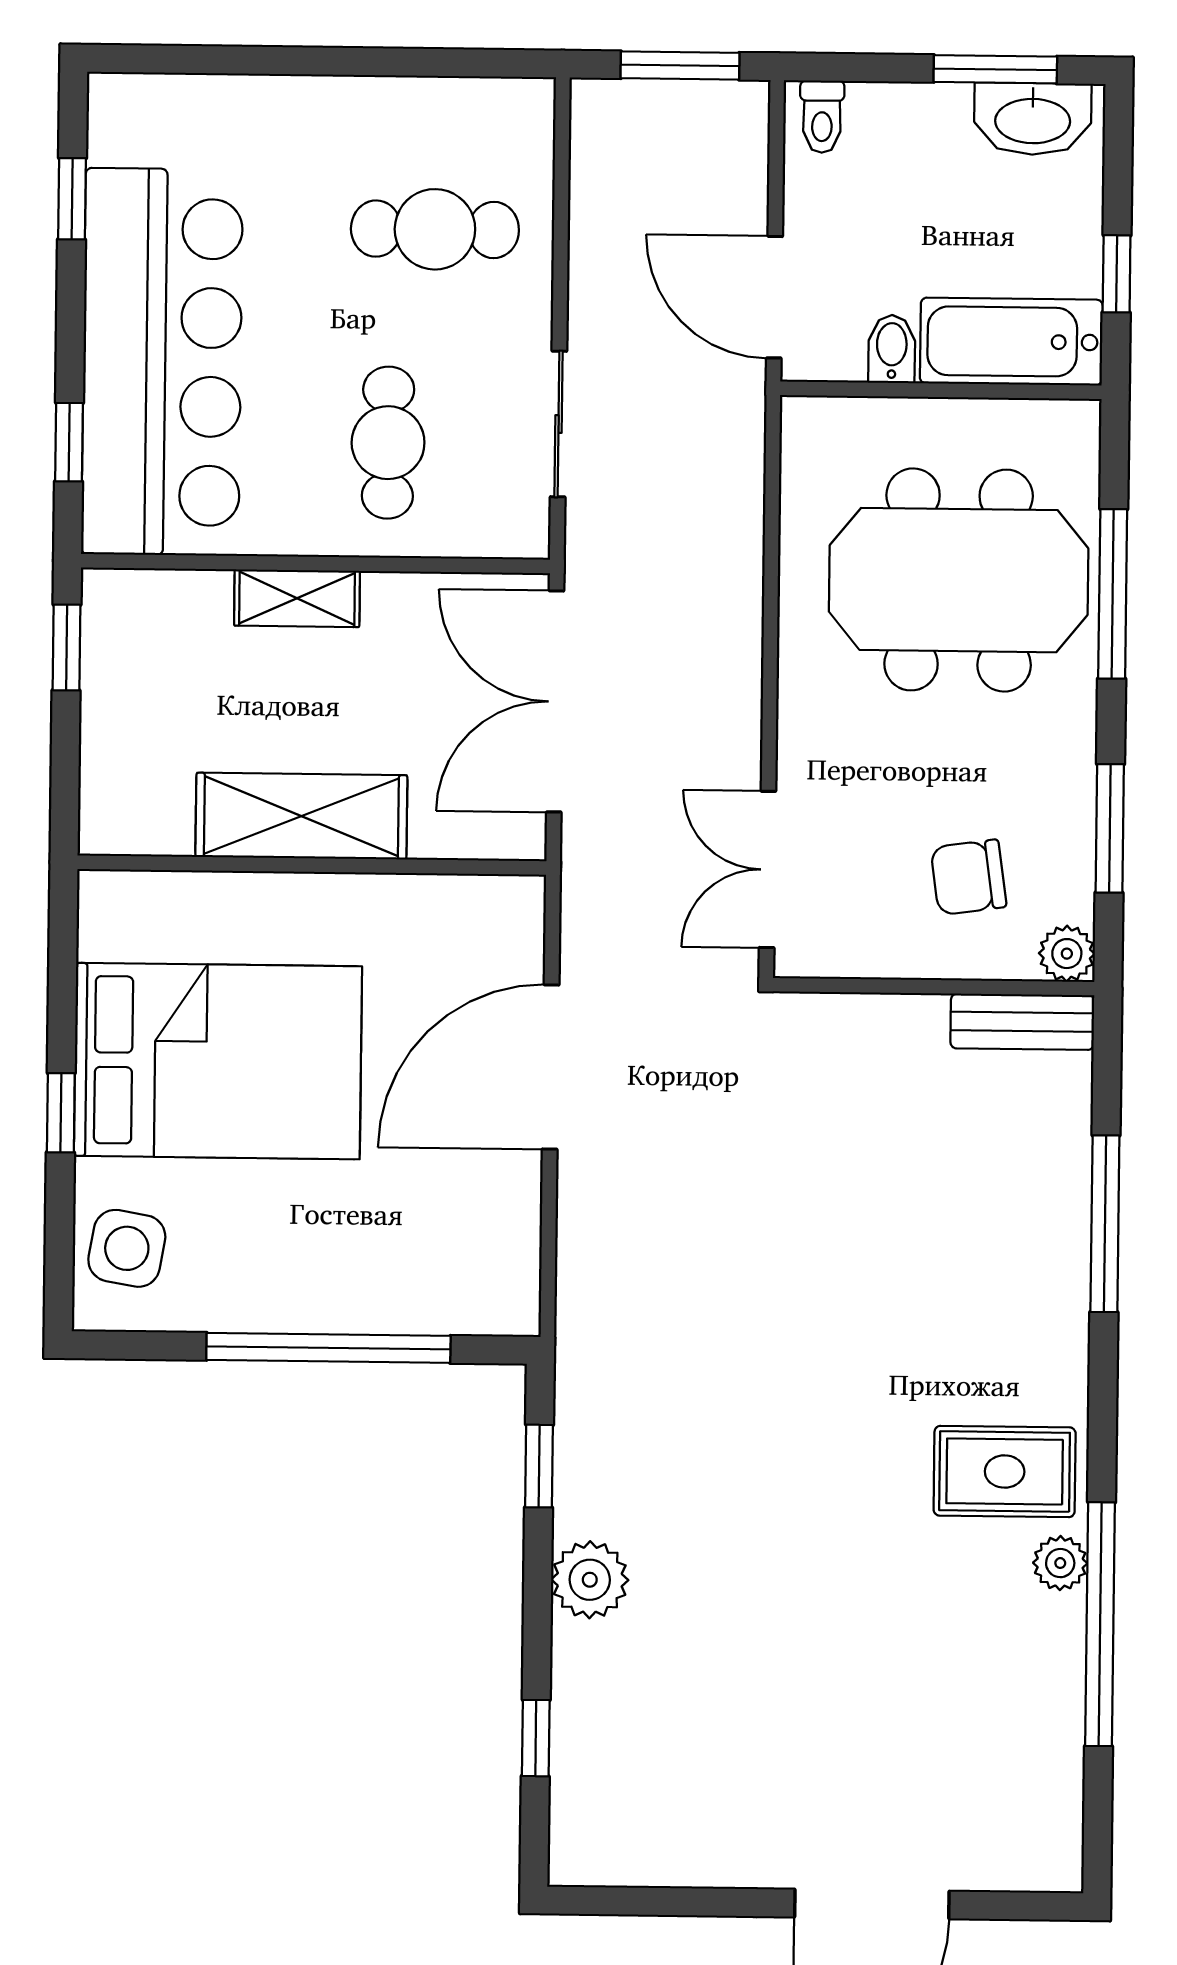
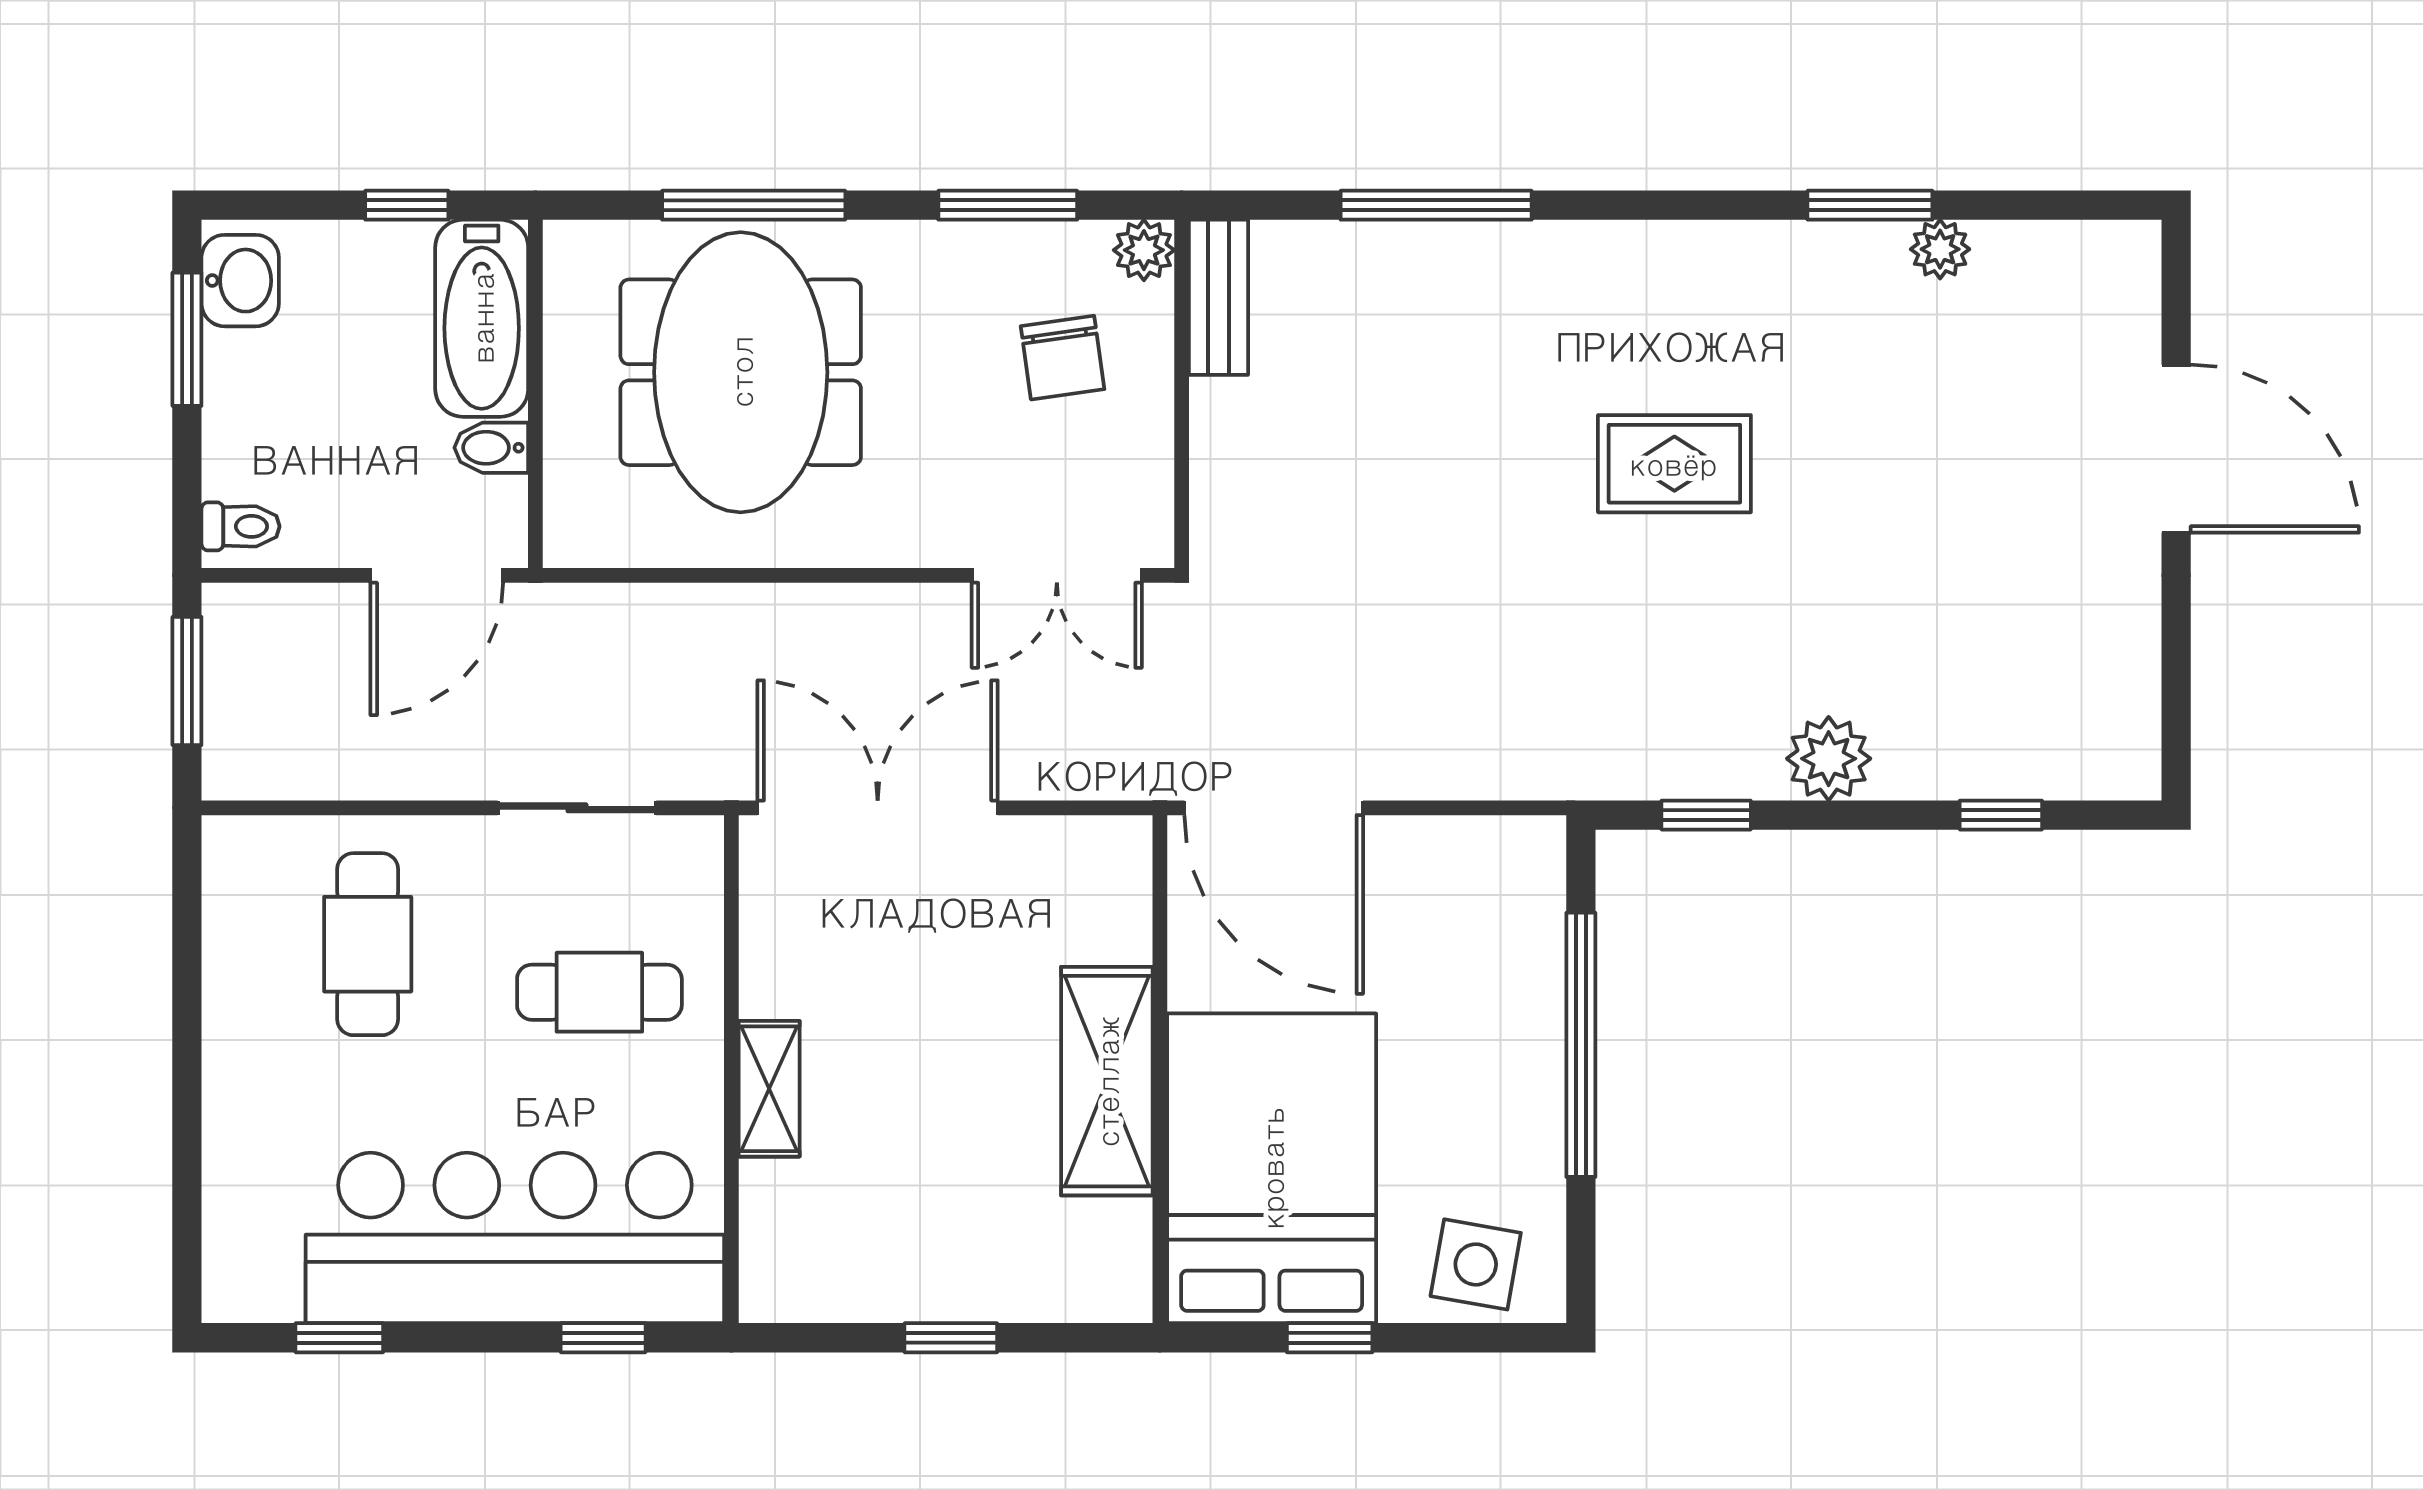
washbasin: (1033, 119) -> (240, 281), width x0.72
window: (67, 648) -> (951, 1338), moved
double door: (555, 701) -> (878, 808), swing flipped
shelving: (301, 816) -> (1107, 1081), moved
wall: (312, 865) -> (1160, 1069), moved
rug: (1005, 1472) -> (1674, 464), moved, turned 90
plant: (1060, 1563) -> (1940, 249), moved
window: (1100, 1624) -> (1870, 205), width x0.47

